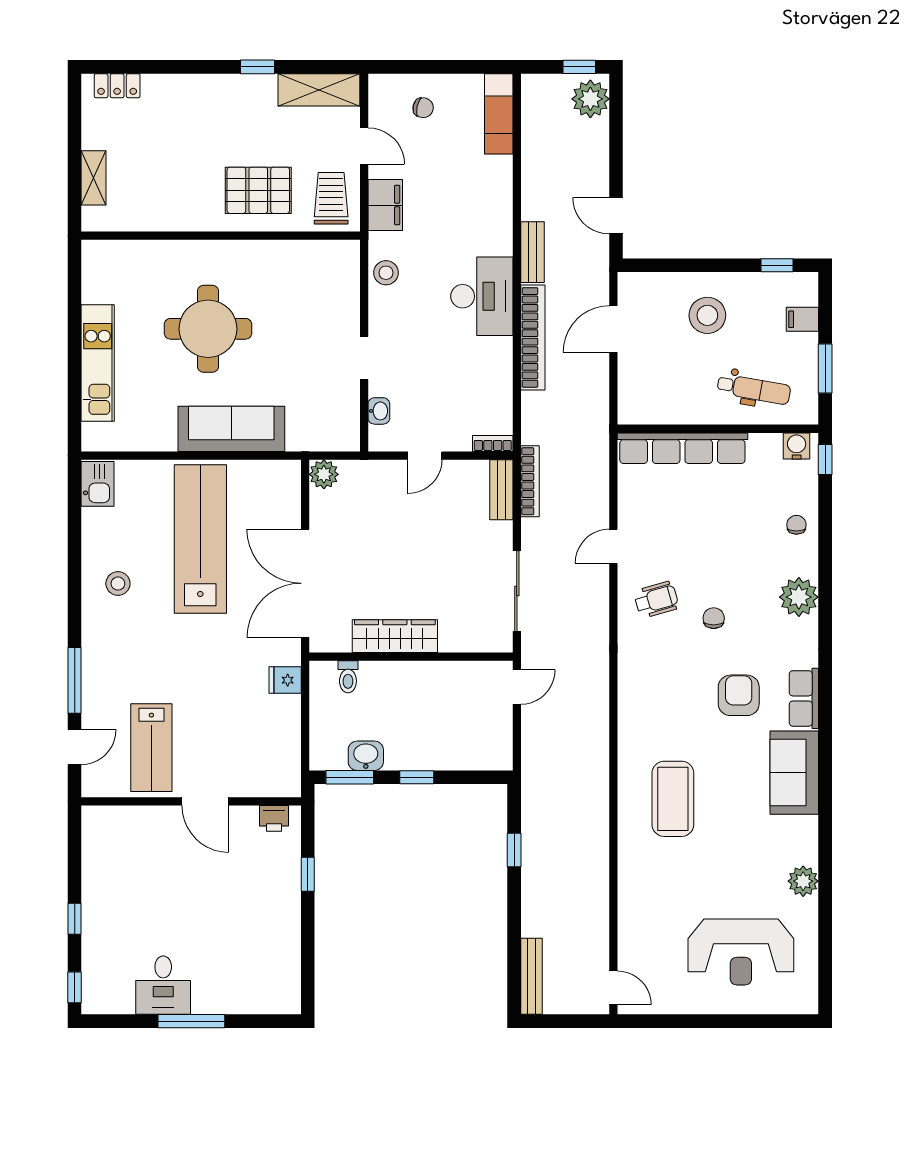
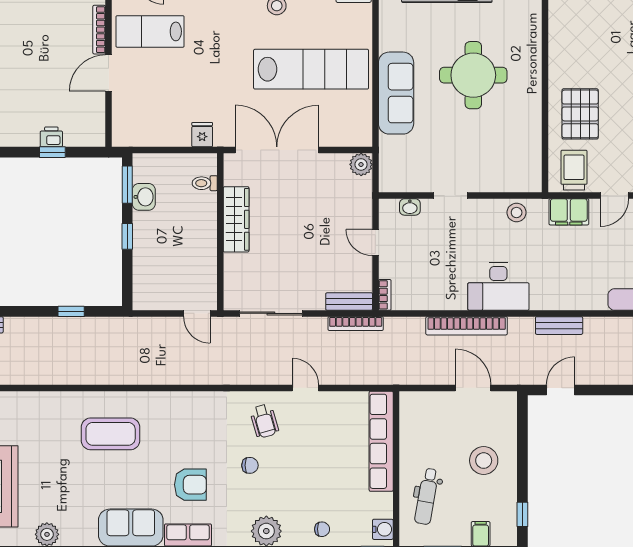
trolley: (331, 198) -> (574, 170), turned -90
bench: (532, 252) -> (559, 326), moved
bookcase: (149, 813) -> (99, 30), added
printer: (274, 818) -> (51, 137), moved, turned 90

